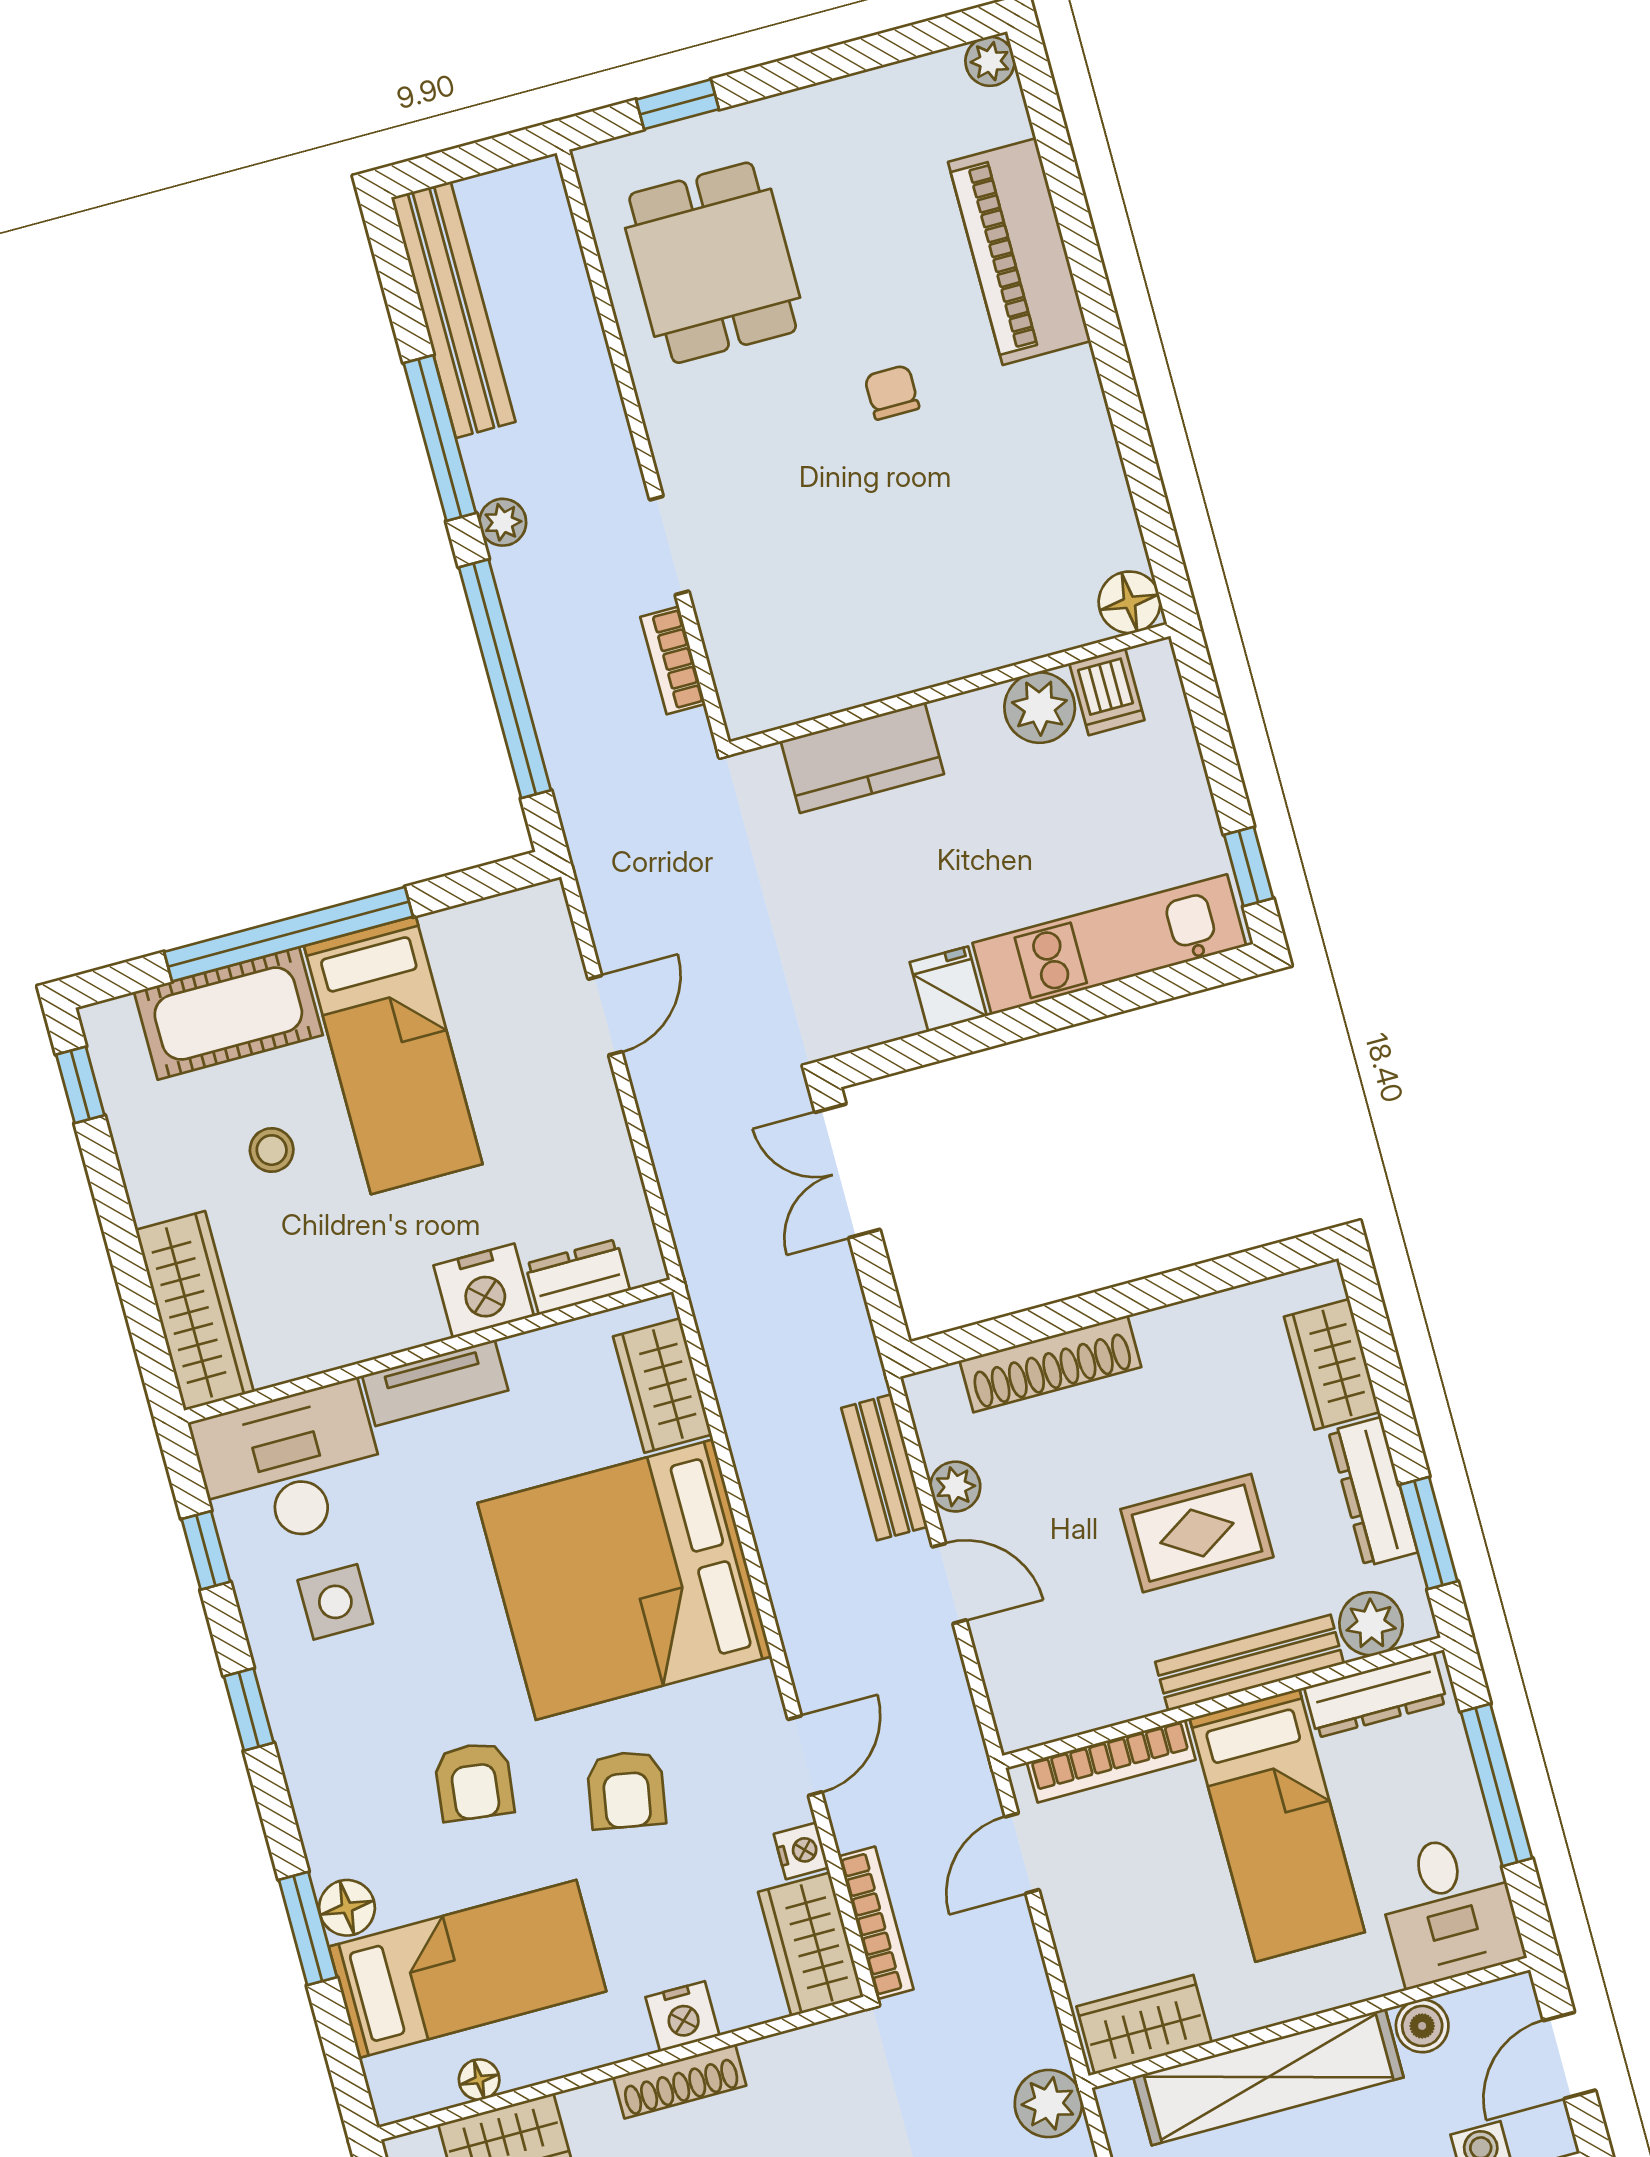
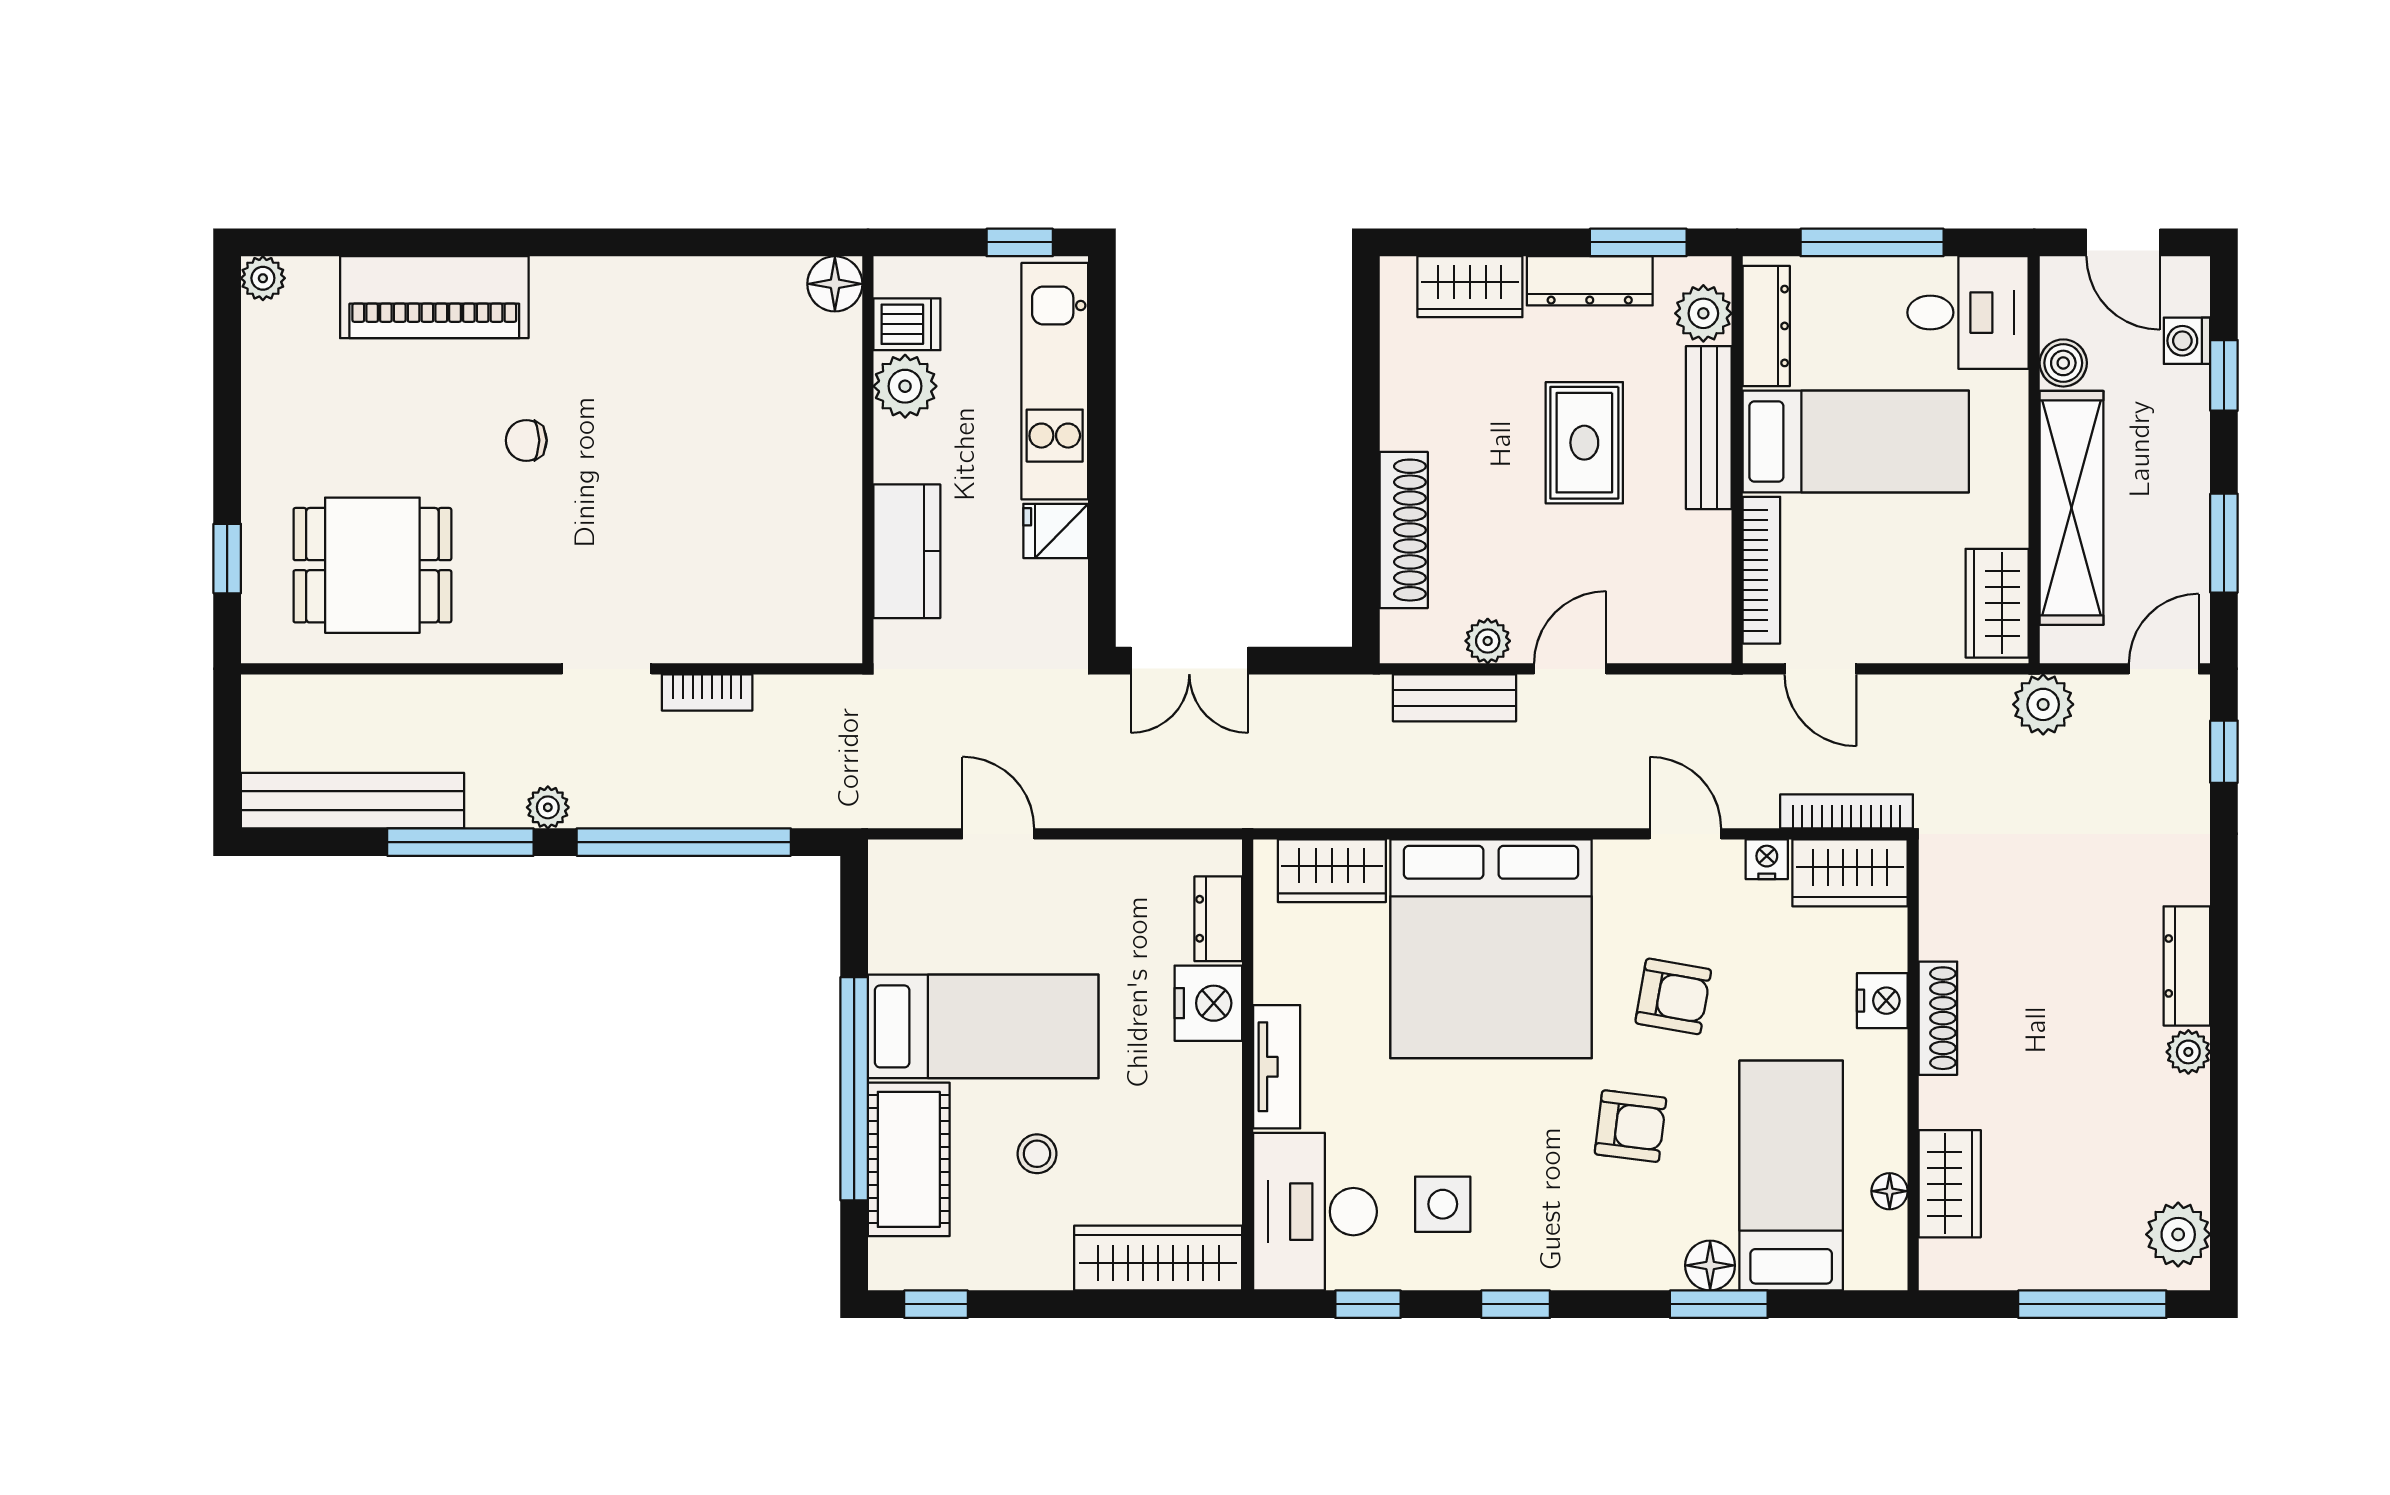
floor lamp: (1129, 602) -> (835, 284), moved
wall: (950, 689) -> (868, 460), moved
dishwasher: (1107, 692) -> (907, 324), moved
plant: (1040, 708) -> (905, 386), moved
kitchen counter: (862, 758) -> (907, 551), moved

